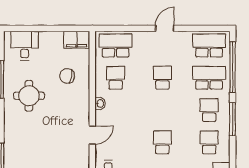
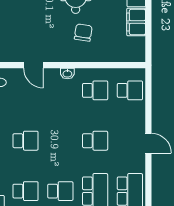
filing cabinet: (77, 40) -> (136, 22), moved
school desk: (116, 45) -> (130, 90), width x0.54
chair: (67, 76) -> (83, 33), moved

